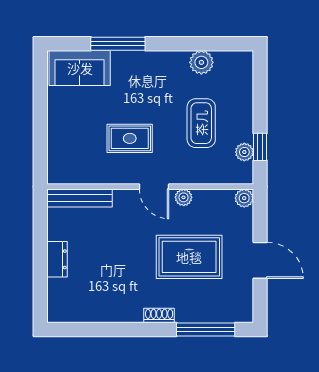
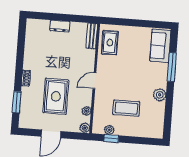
plant: (201, 62) -> (160, 95), moved
rug: (130, 138) -> (110, 43), moved
plant: (184, 197) -> (86, 111), moved
bench: (80, 198) -> (92, 36), width x0.73
window: (206, 329) -> (17, 102), width x0.69

